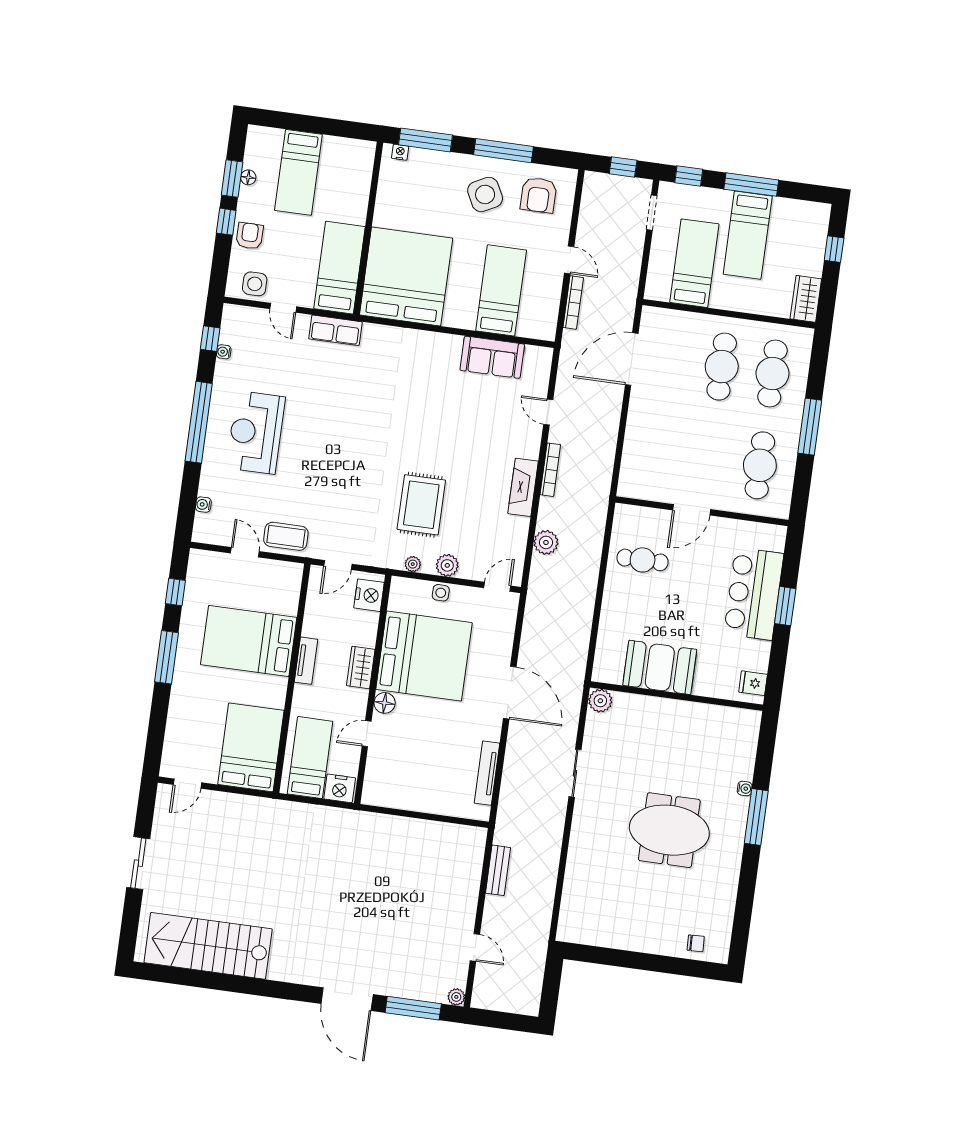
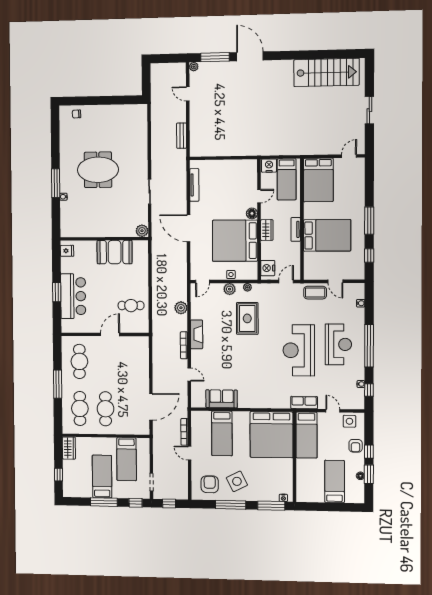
reception desk: (332, 431) -> (299, 350), added

